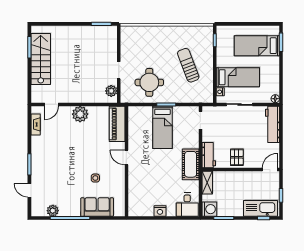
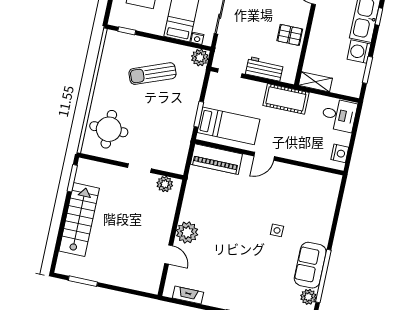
stairs: (41, 59) -> (79, 220), moved, turned 90
round table: (149, 82) -> (109, 129), moved
plant: (207, 97) -> (200, 58), added
door: (51, 104) -> (169, 255), moved
piano: (117, 124) -> (216, 159), moved
workbench: (209, 155) -> (264, 69), moved
door: (126, 157) -> (264, 156), moved
wall: (126, 161) -> (269, 157), moved
sofa: (97, 207) -> (310, 265), moved
washing machine: (209, 209) -> (359, 52), moved, turned -90

